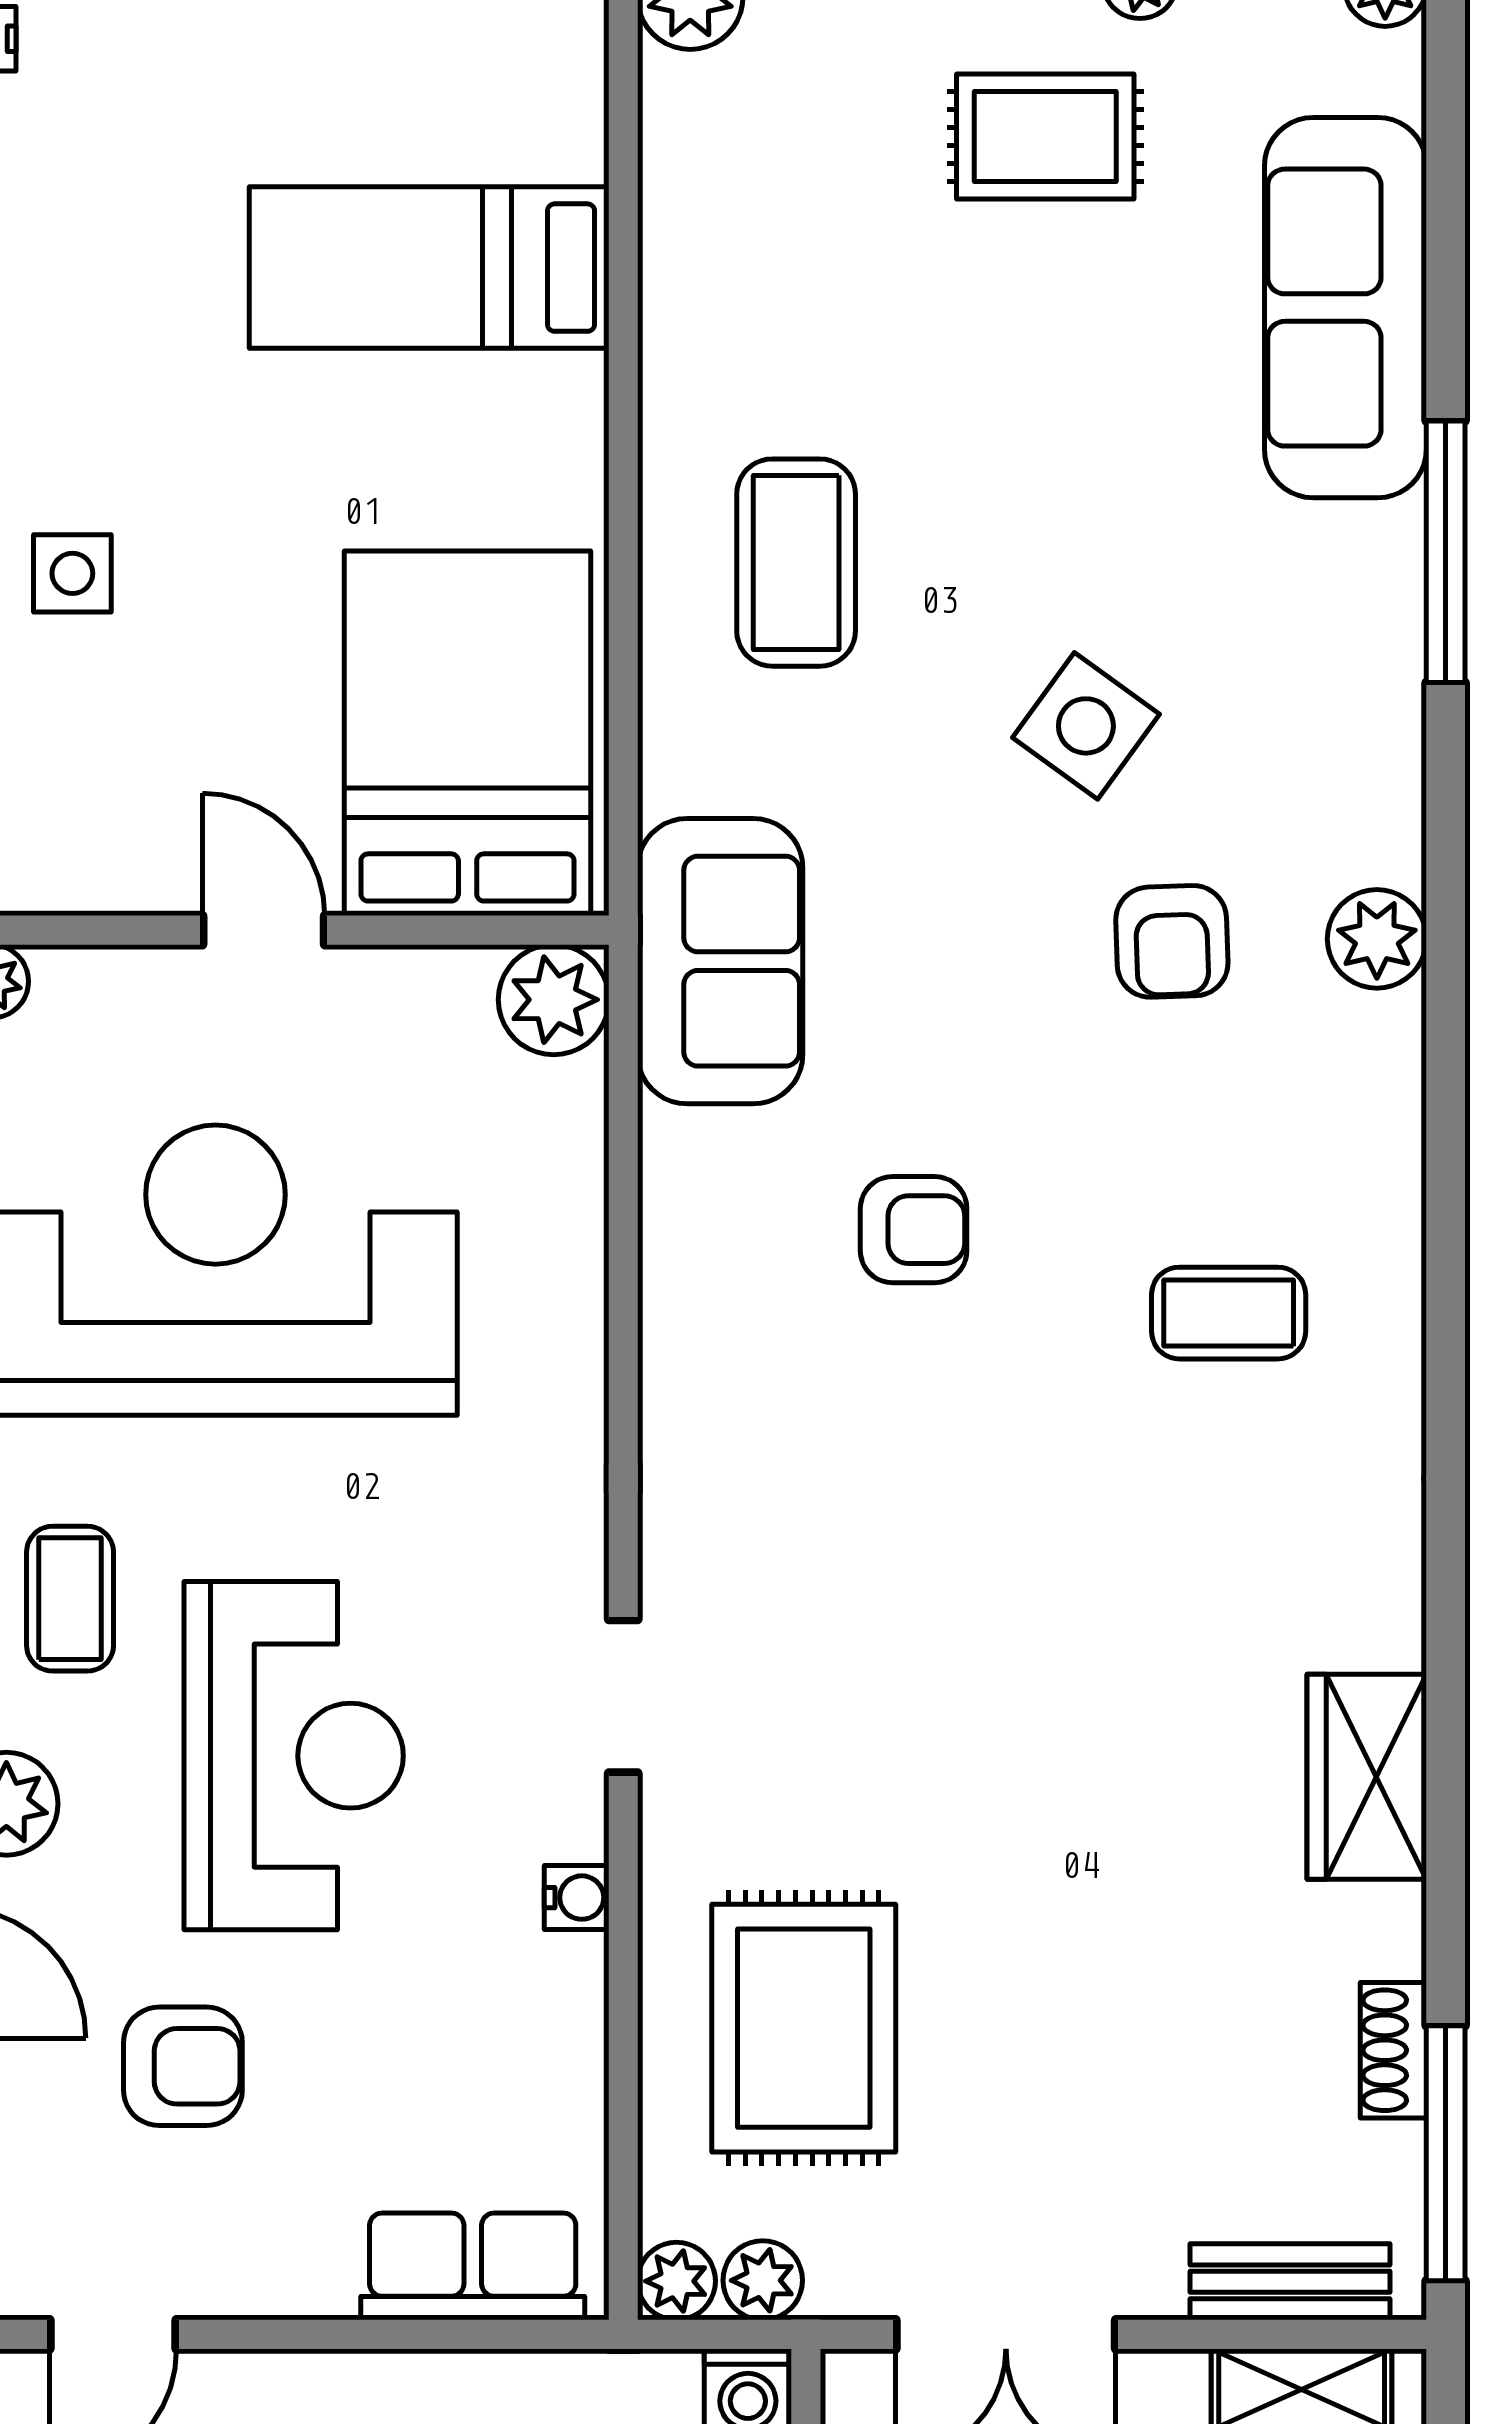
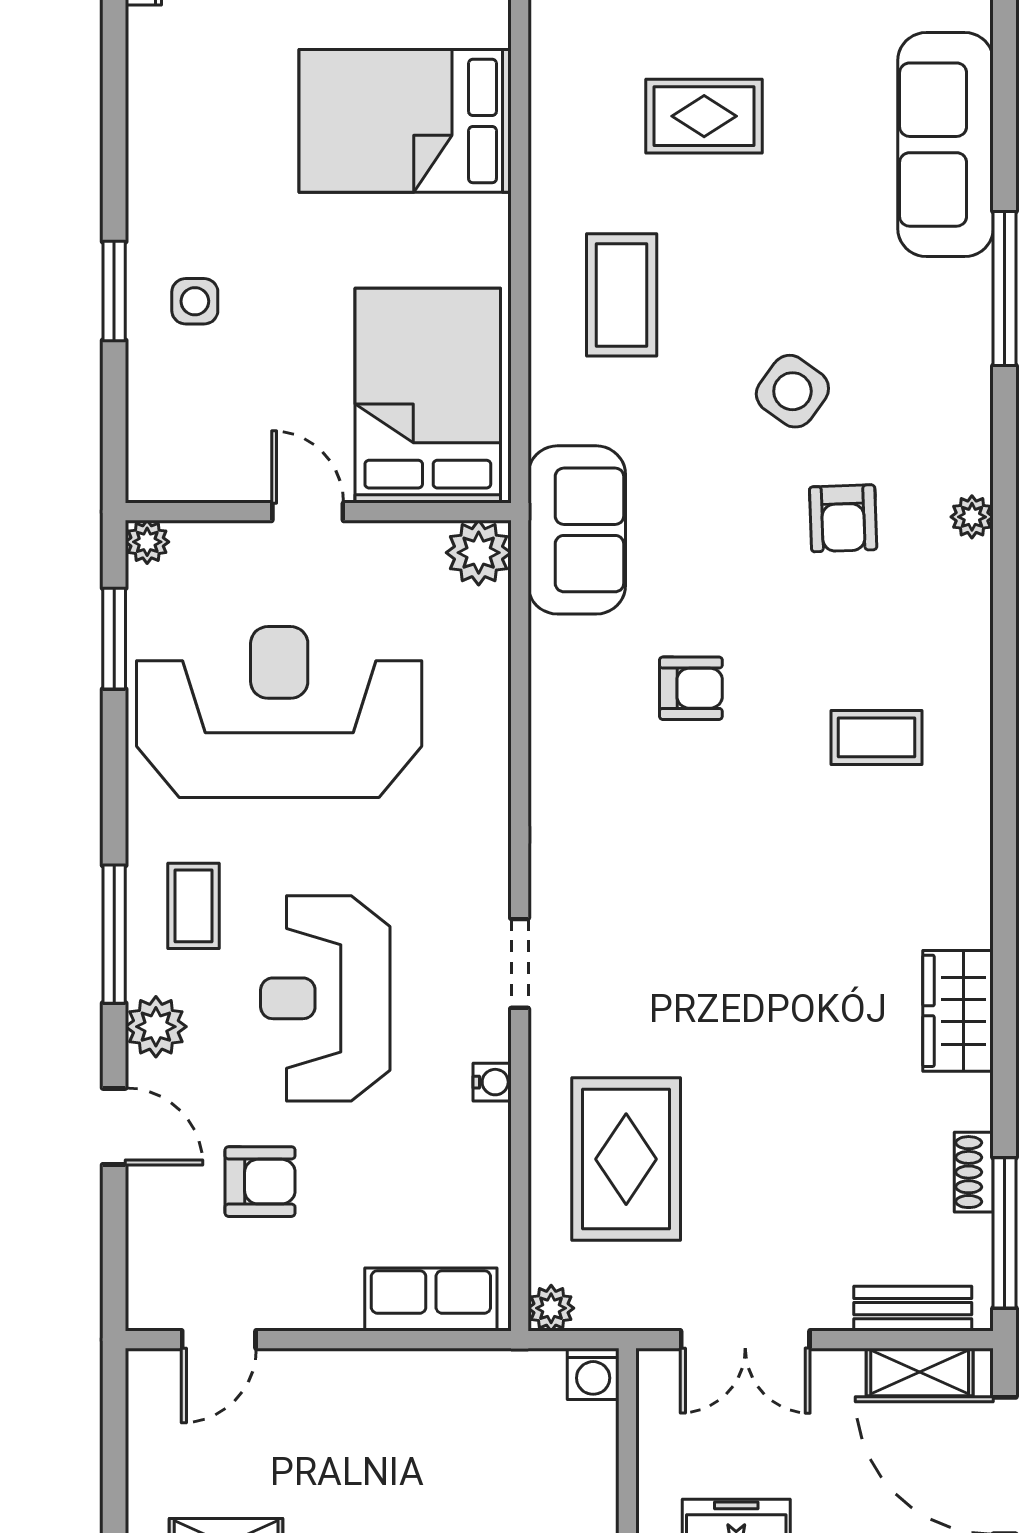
rug: (1045, 136) -> (704, 116), moved
bed: (429, 268) -> (405, 121), width x1.50
plant: (1377, 939) -> (972, 517), width x0.73, depth x0.73
reception desk: (294, 1756) -> (325, 998), turned 180
plant: (763, 2280) -> (602, 1308), removed

